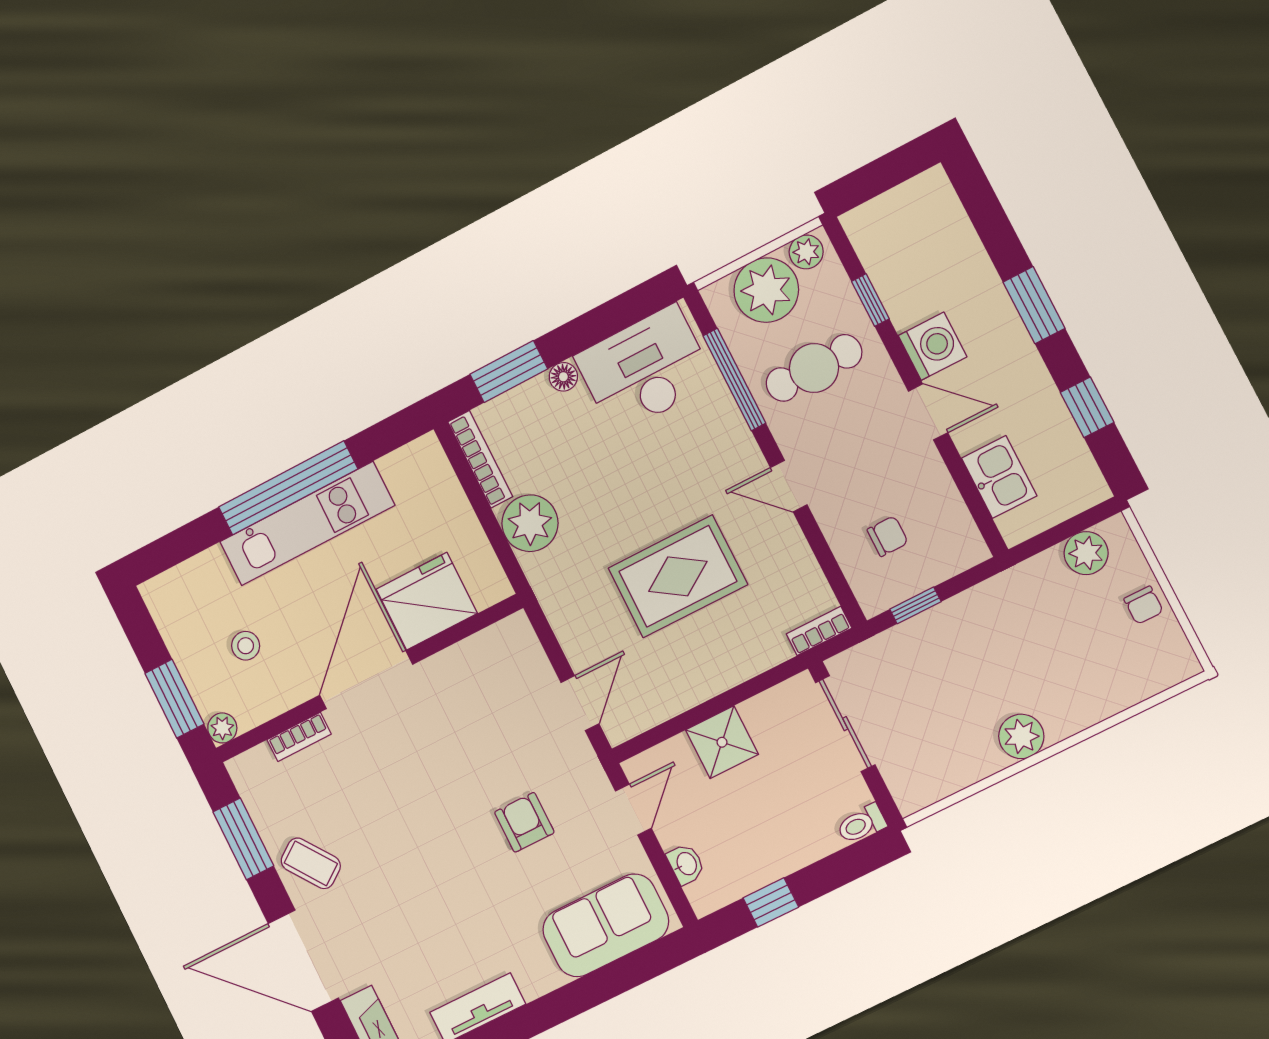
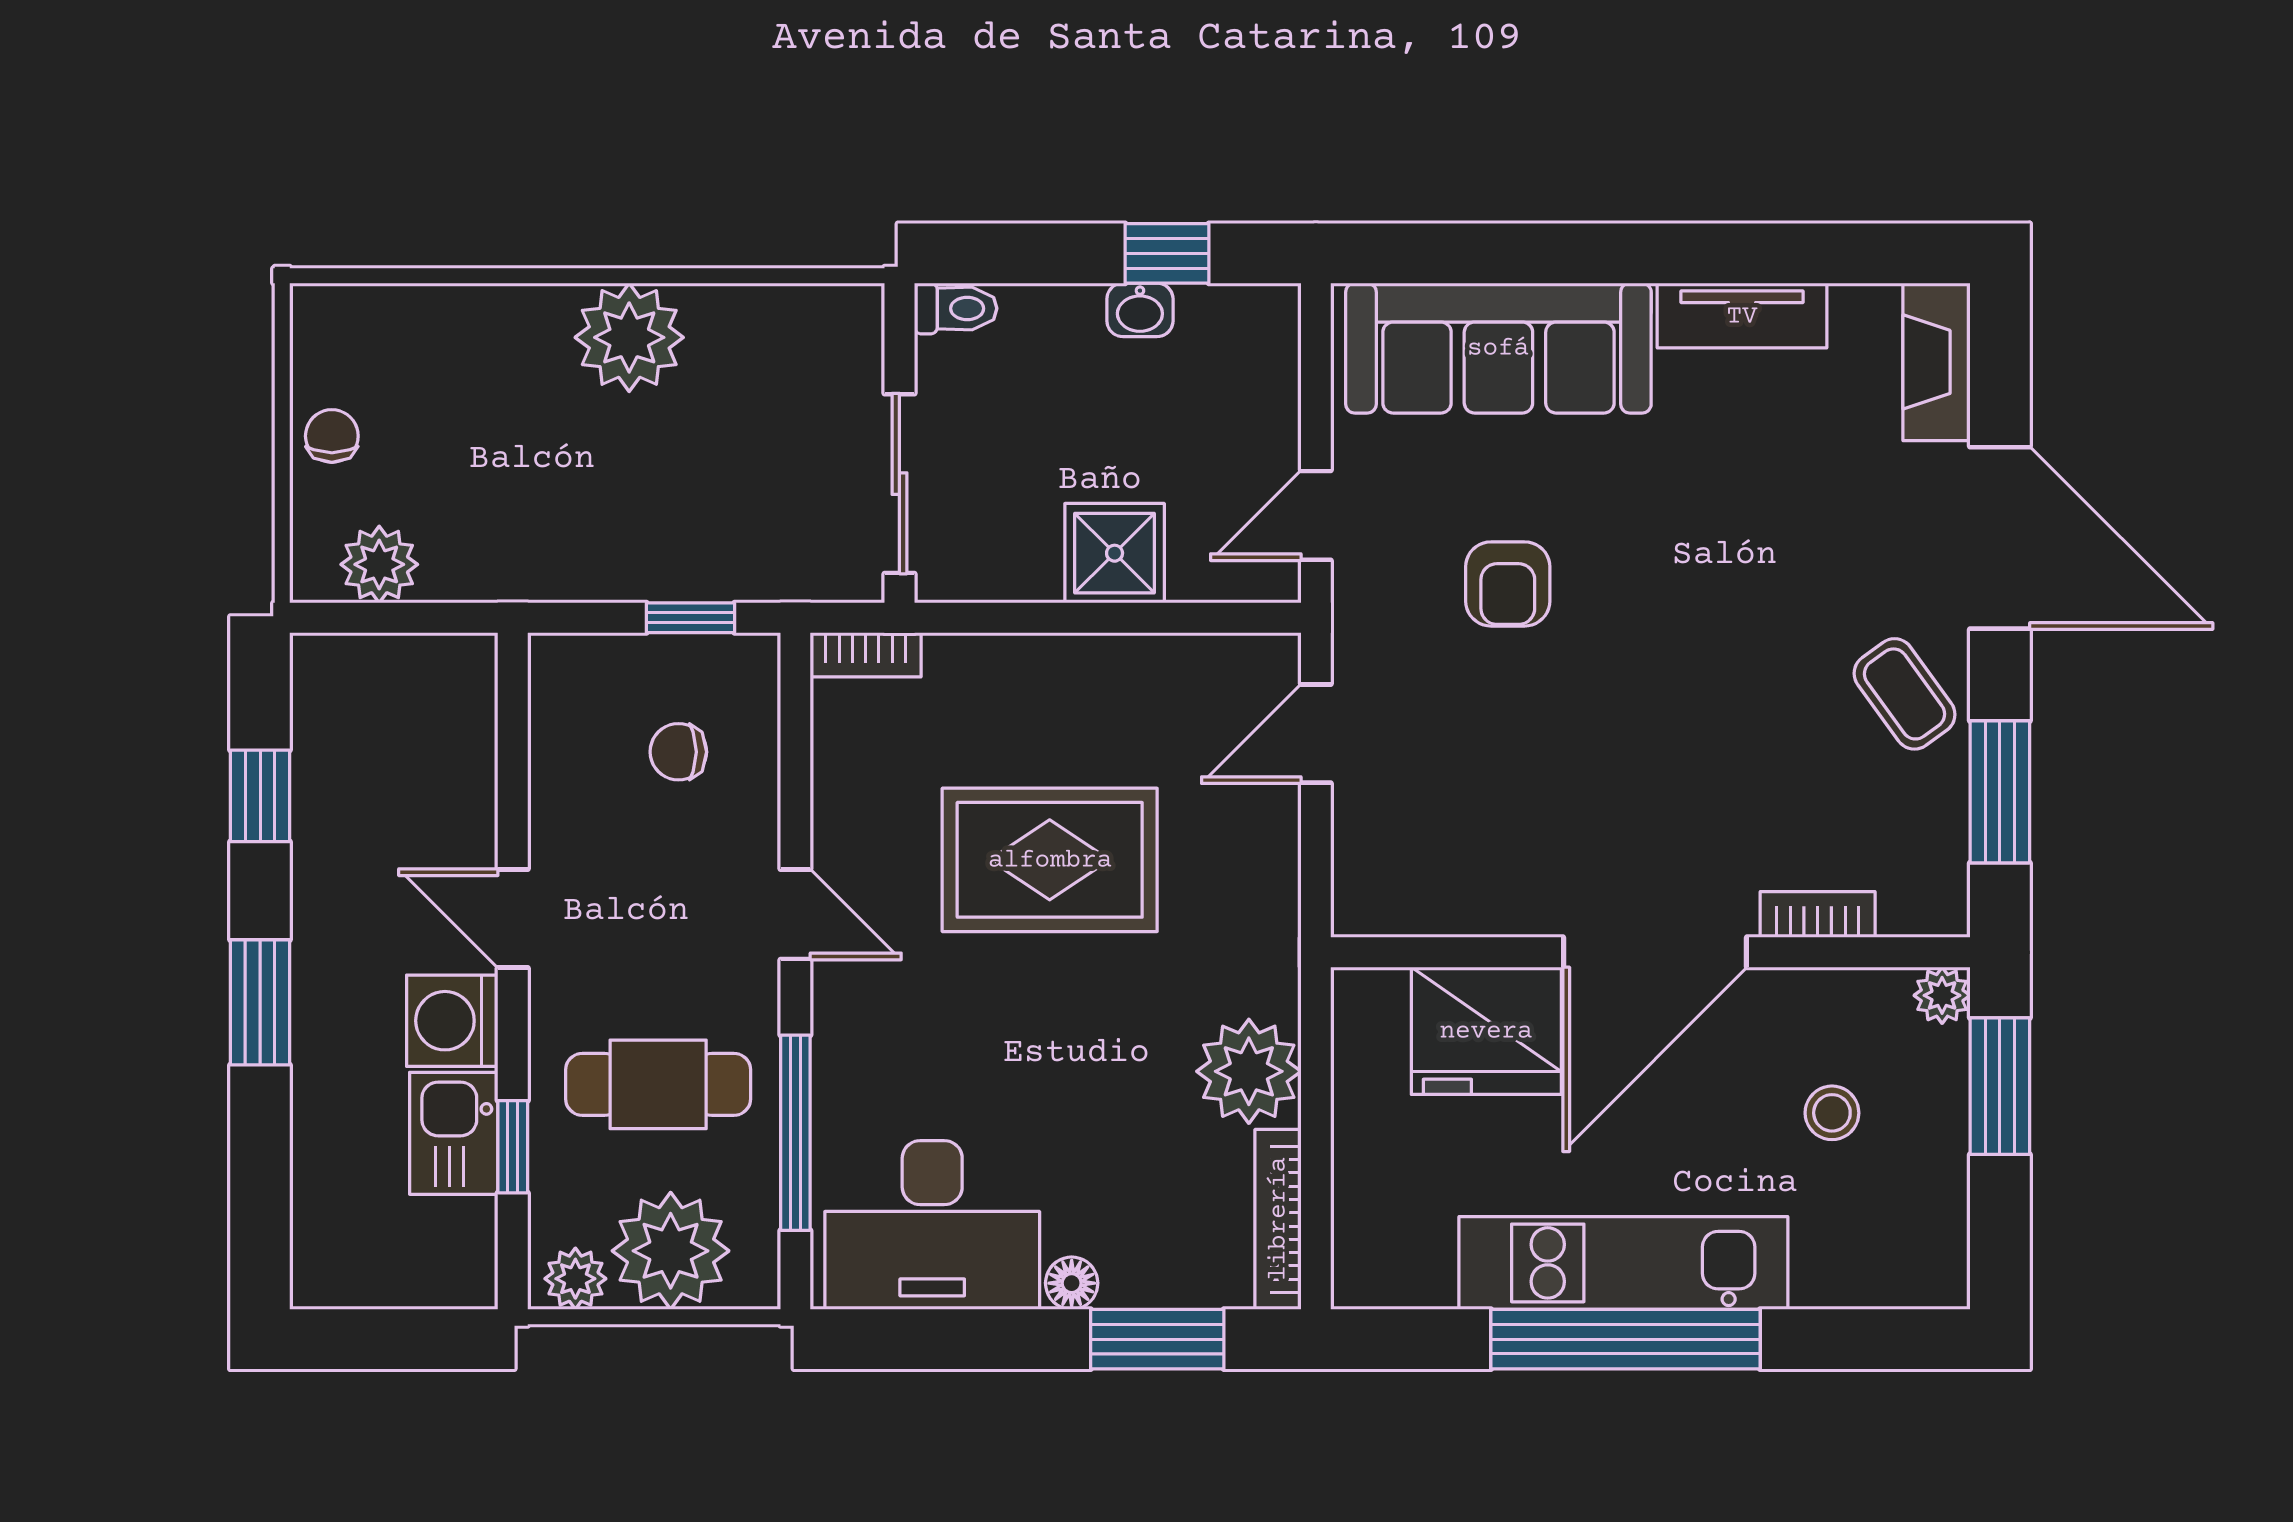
kitchen sink: (999, 477) -> (454, 1133), moved
plant: (1021, 736) -> (629, 337), width x1.36, depth x1.36
washbasin: (686, 864) -> (1140, 310), moved, turned -90
sofa: (606, 925) -> (1498, 348), width x1.36

